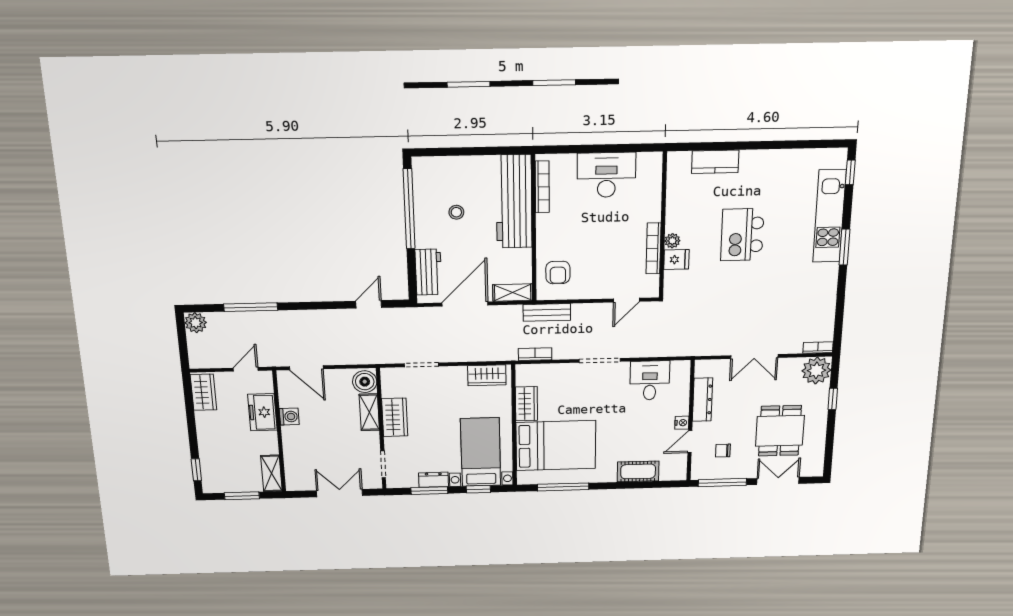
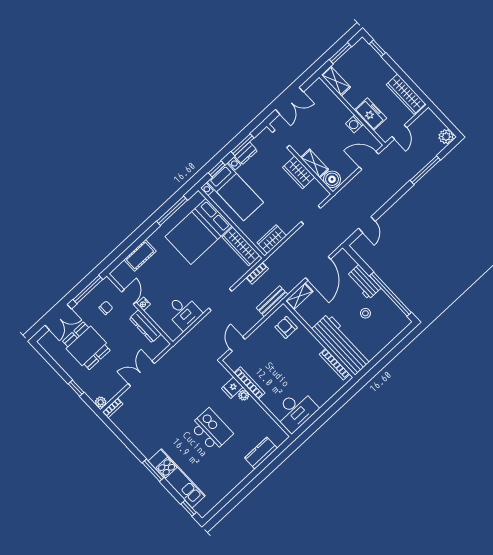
desk: (606, 175) -> (296, 411), moved
workbench: (428, 272) -> (364, 282), moved
plant: (816, 370) -> (101, 402), width x0.53, depth x0.53
wardrobe: (203, 392) -> (406, 94), width x1.50
wardrobe: (526, 404) -> (241, 246), width x1.50

